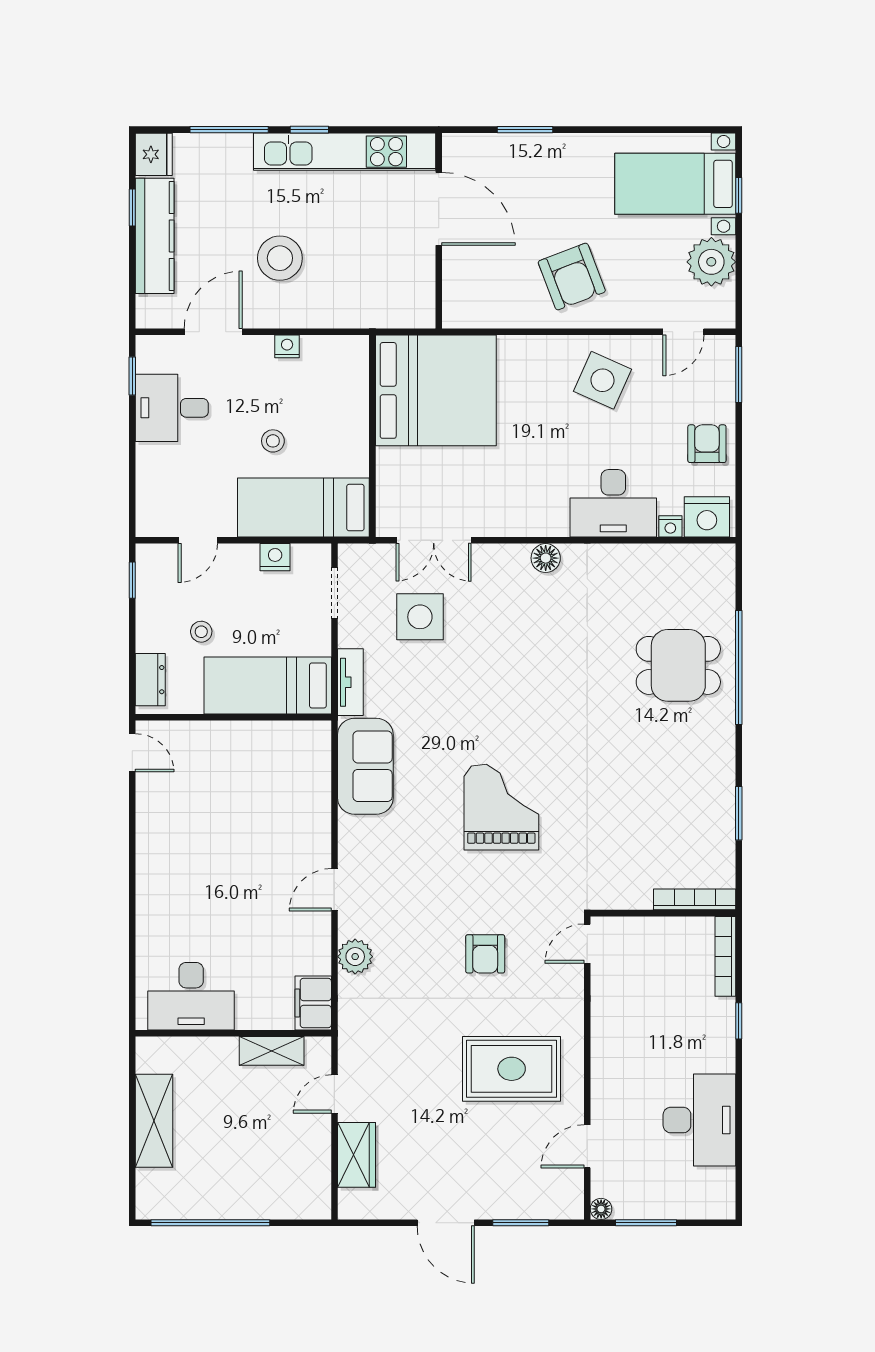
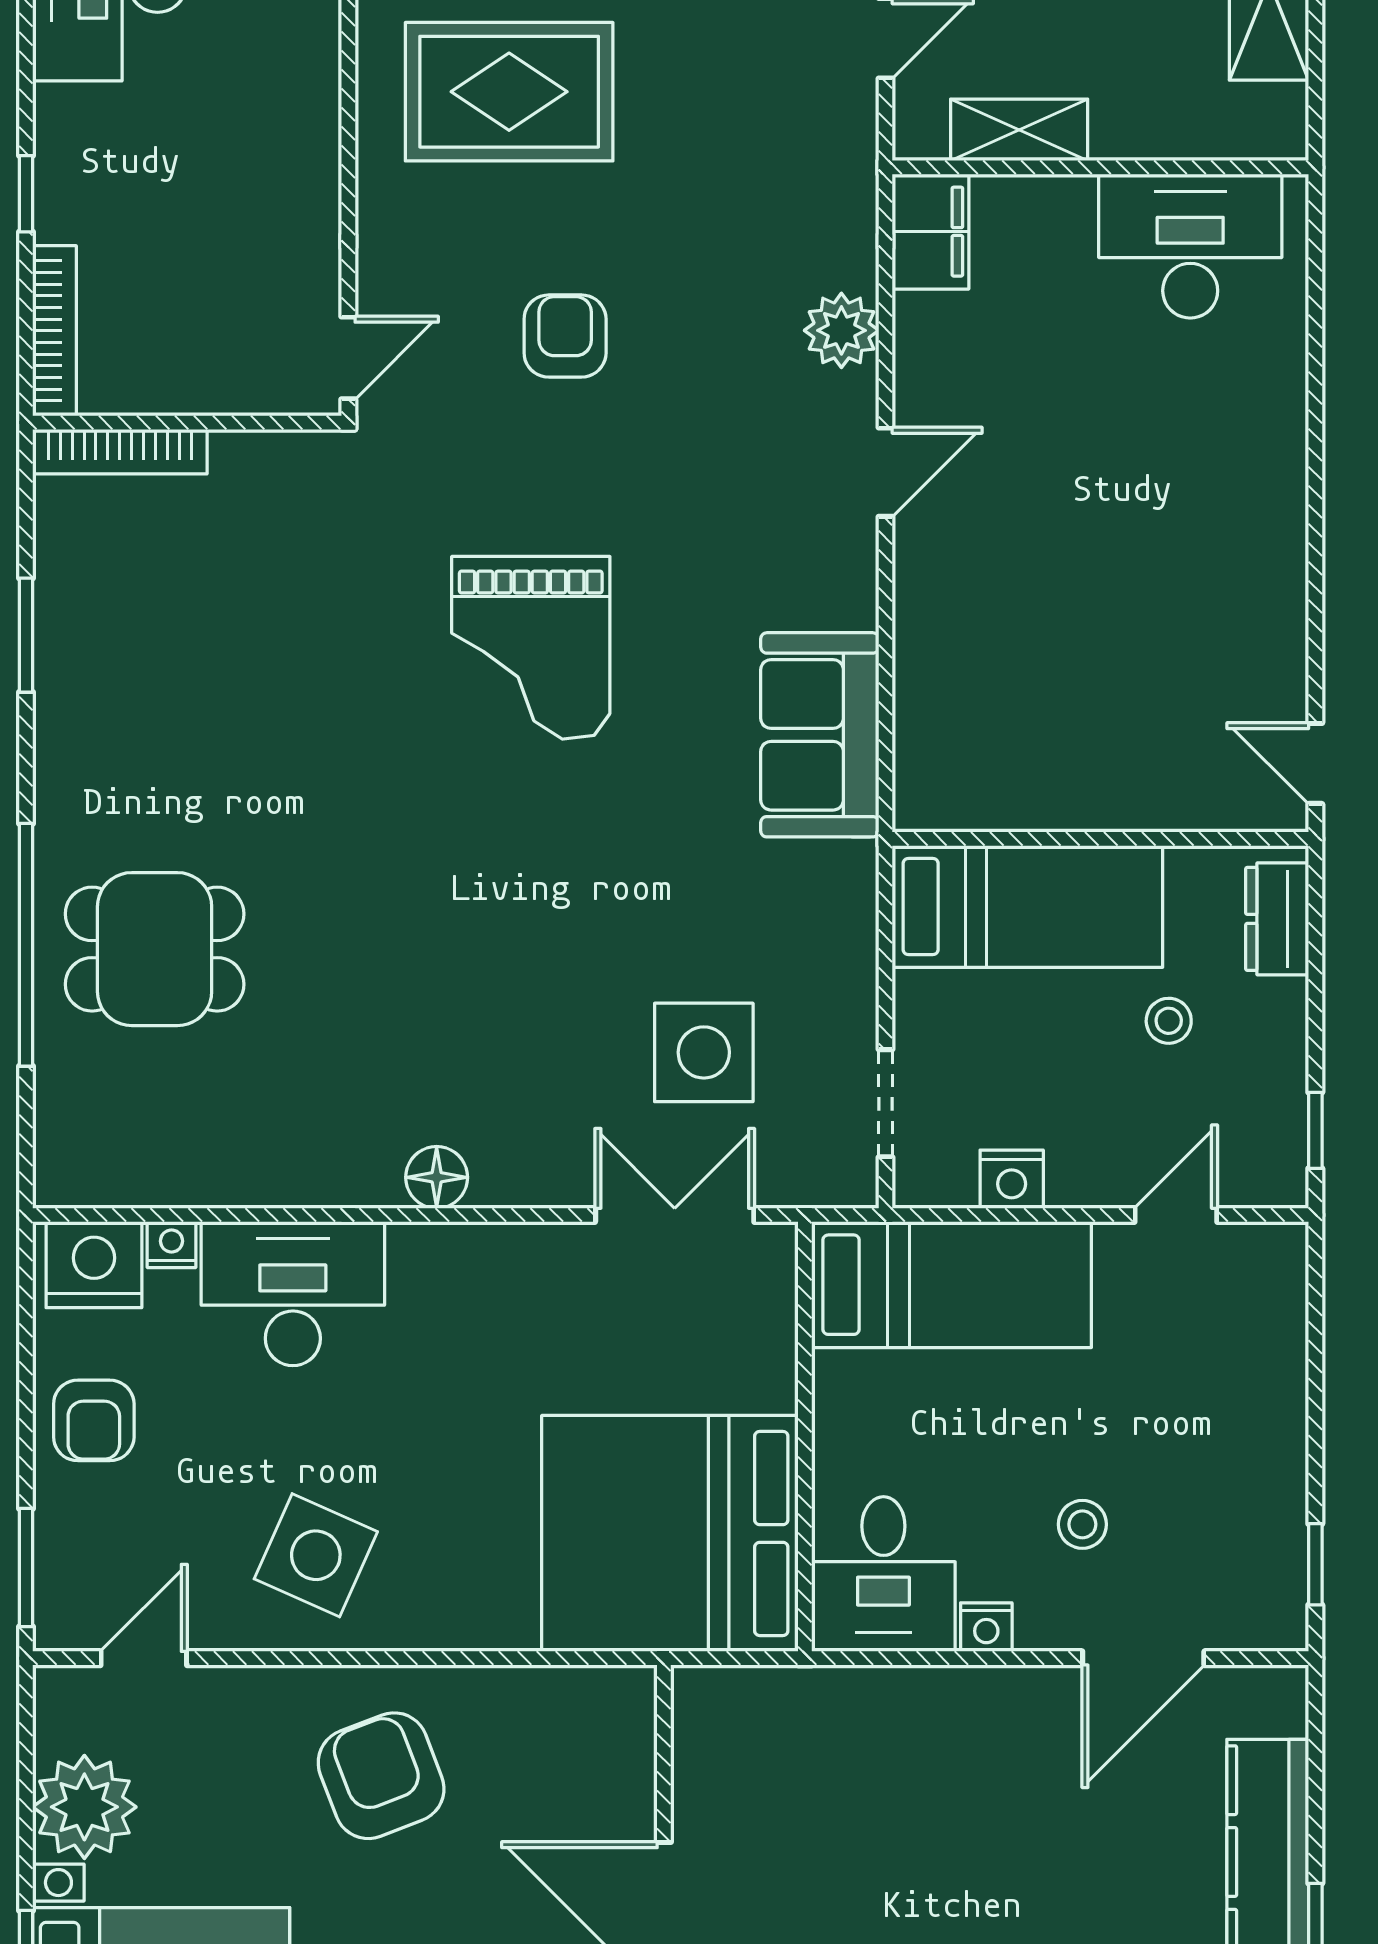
stool: (280, 258) -> (1001, 1815), removed
desk: (172, 408) -> (883, 1574), moved, turned 90
stool: (273, 441) -> (1082, 1524), moved
tv unit: (350, 682) -> (852, 914), removed

